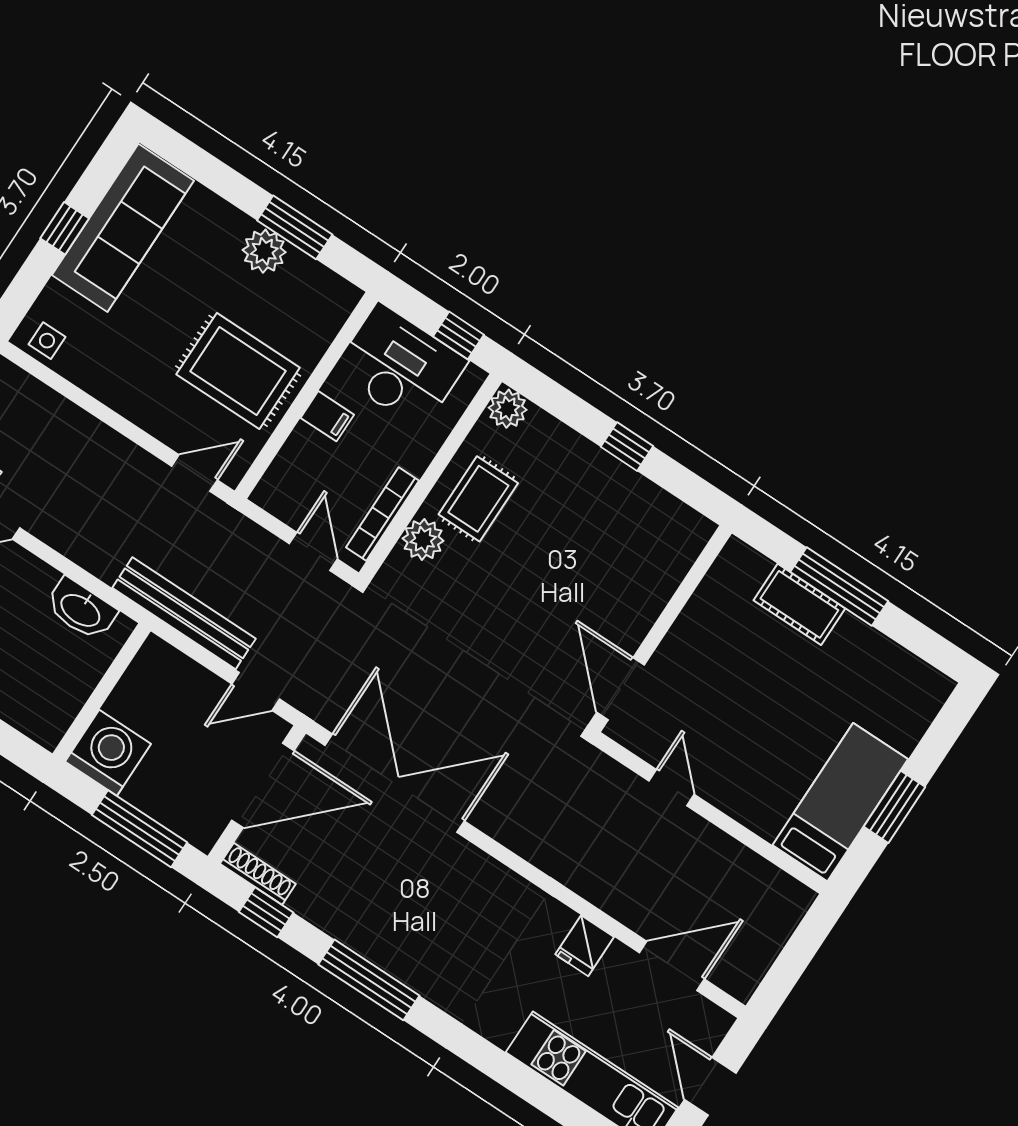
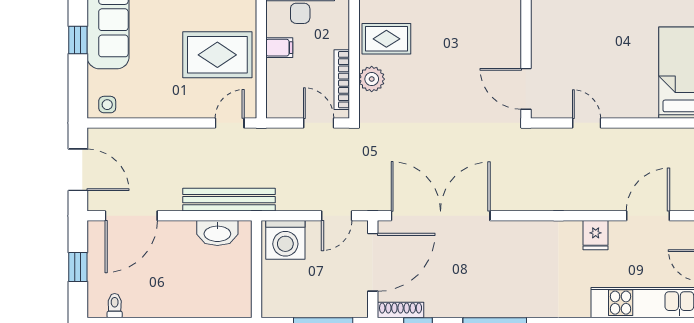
rug: (478, 499) -> (386, 39), turned 90
bench: (184, 613) -> (229, 200), moved
washing machine: (108, 753) -> (285, 240), moved, turned 180

